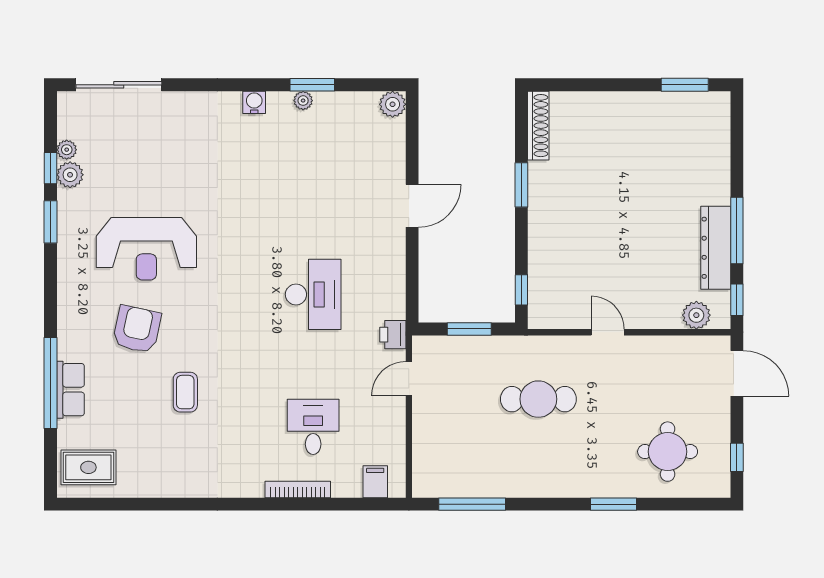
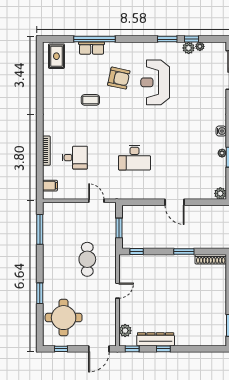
window: (737, 230) -> (163, 349), width x0.46
printer: (393, 335) -> (116, 194), removed
round table: (668, 452) -> (64, 318), width x1.36, depth x1.36

